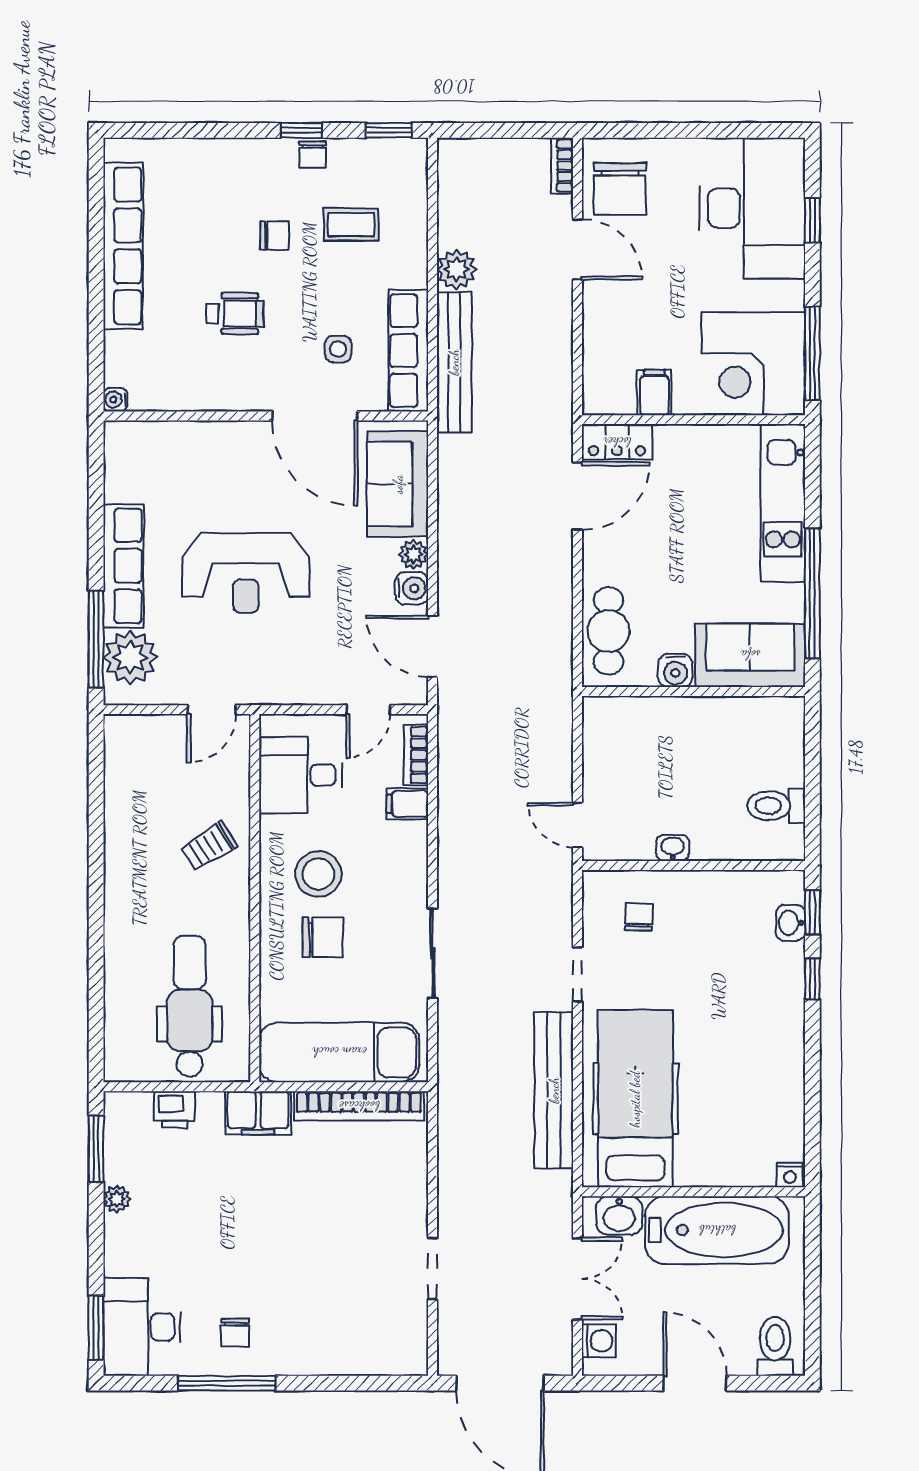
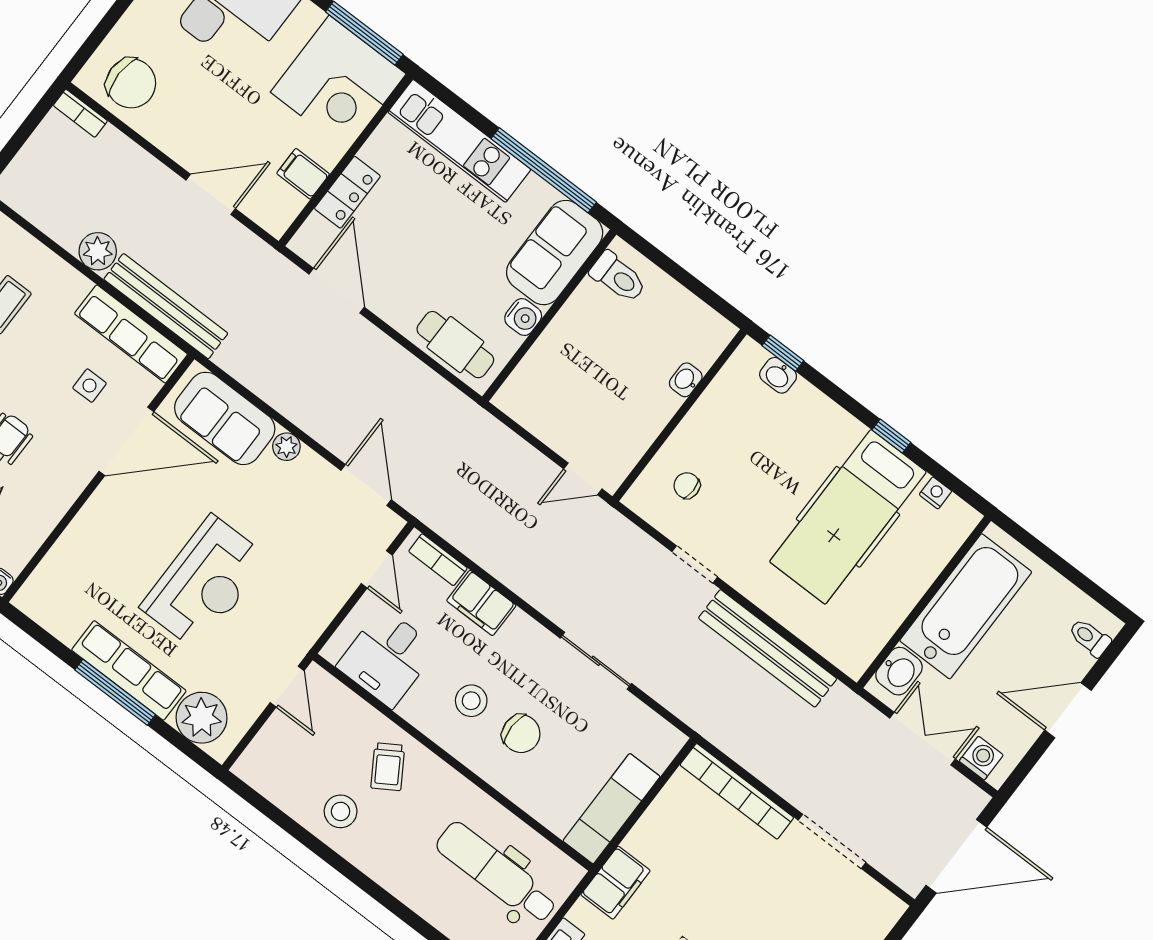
door: (577, 249) -> (211, 194), moved
locker: (617, 442) -> (347, 192), moved
water cooler: (412, 588) -> (311, 467), removed
window: (96, 639) -> (115, 692), moved
door: (432, 646) -> (366, 485), swing flipped
filing cabinet: (407, 804) -> (481, 603), width x2.00
toilet: (776, 806) -> (618, 277), moved, turned -90
stool: (141, 835) -> (341, 811), added
washbasin: (673, 848) -> (686, 380), moved
stool: (318, 874) -> (471, 701), width x0.73, depth x0.73
chair: (323, 937) -> (521, 734), turned 90
window: (812, 979) -> (891, 436), moved
exam couch: (339, 1052) -> (611, 809), width x0.73, depth x0.69
hospital bed: (635, 1099) -> (848, 517), moved, turned -90
bookcase: (359, 1106) -> (737, 791), moved, turned 90
nightstand: (790, 1175) -> (935, 493), moved, turned -90
doorway: (432, 1269) -> (832, 841), width x1.38
toilet: (775, 1346) -> (1090, 638), width x0.73, depth x0.72

